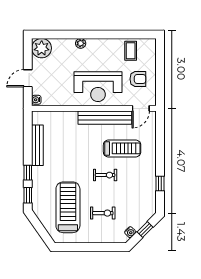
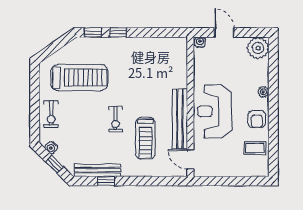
armchair: (138, 79) -> (257, 119), moved
bench: (37, 145) -> (98, 170), moved
exercise bike: (103, 213) -> (51, 114), moved

